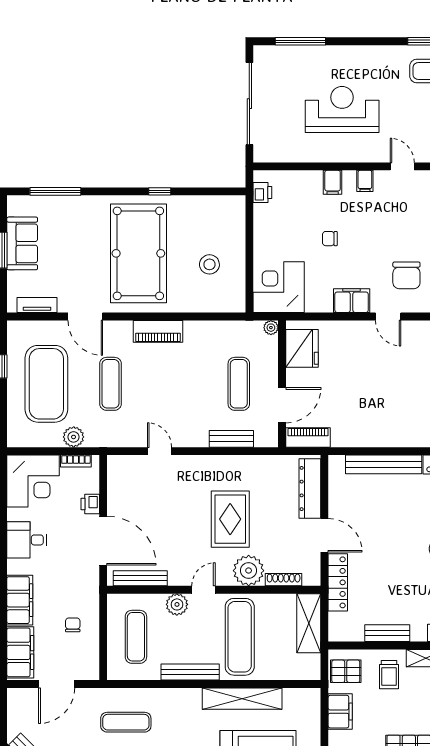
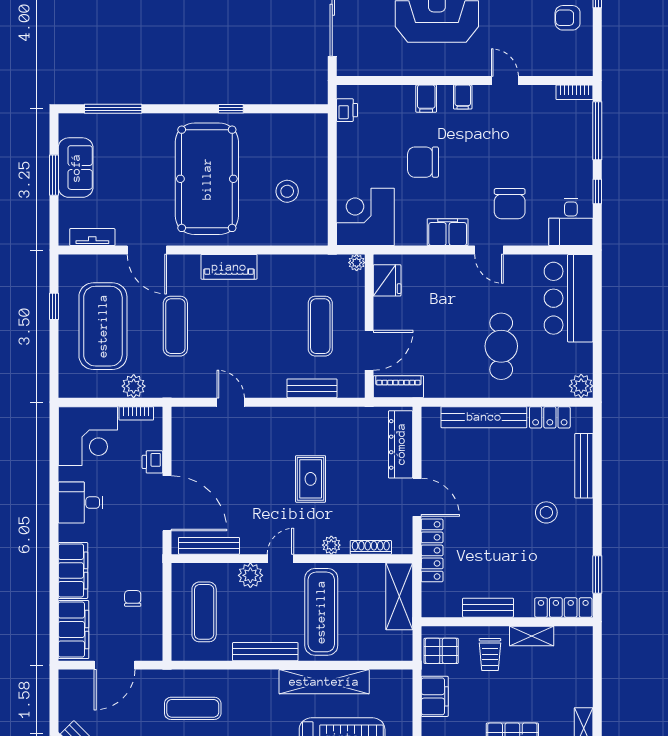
chair: (330, 239) -> (423, 162), width x1.87, depth x1.87
fridge: (302, 348) -> (387, 280), width x0.73, depth x0.75
cafe table: (399, 402) -> (501, 346), added
rug: (230, 519) -> (311, 479), width x0.73, depth x0.70
plant: (249, 571) -> (331, 545), width x0.53, depth x0.53

